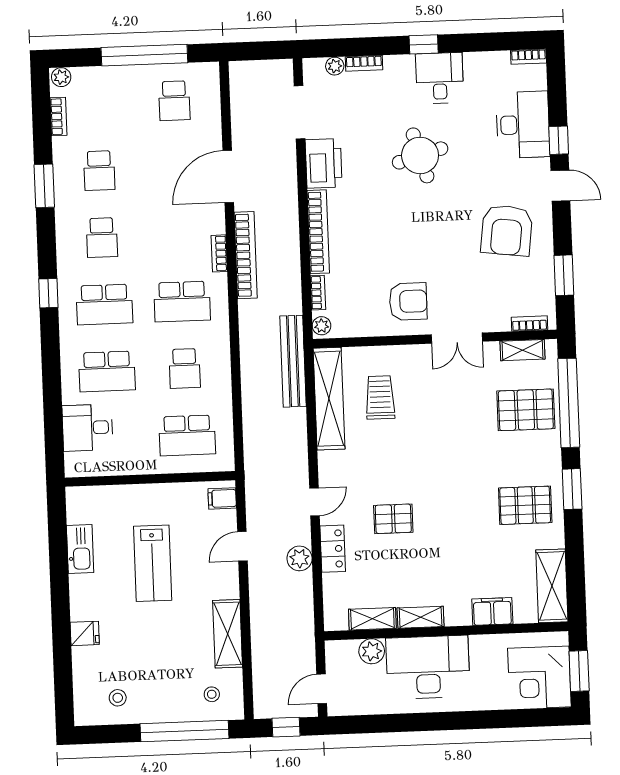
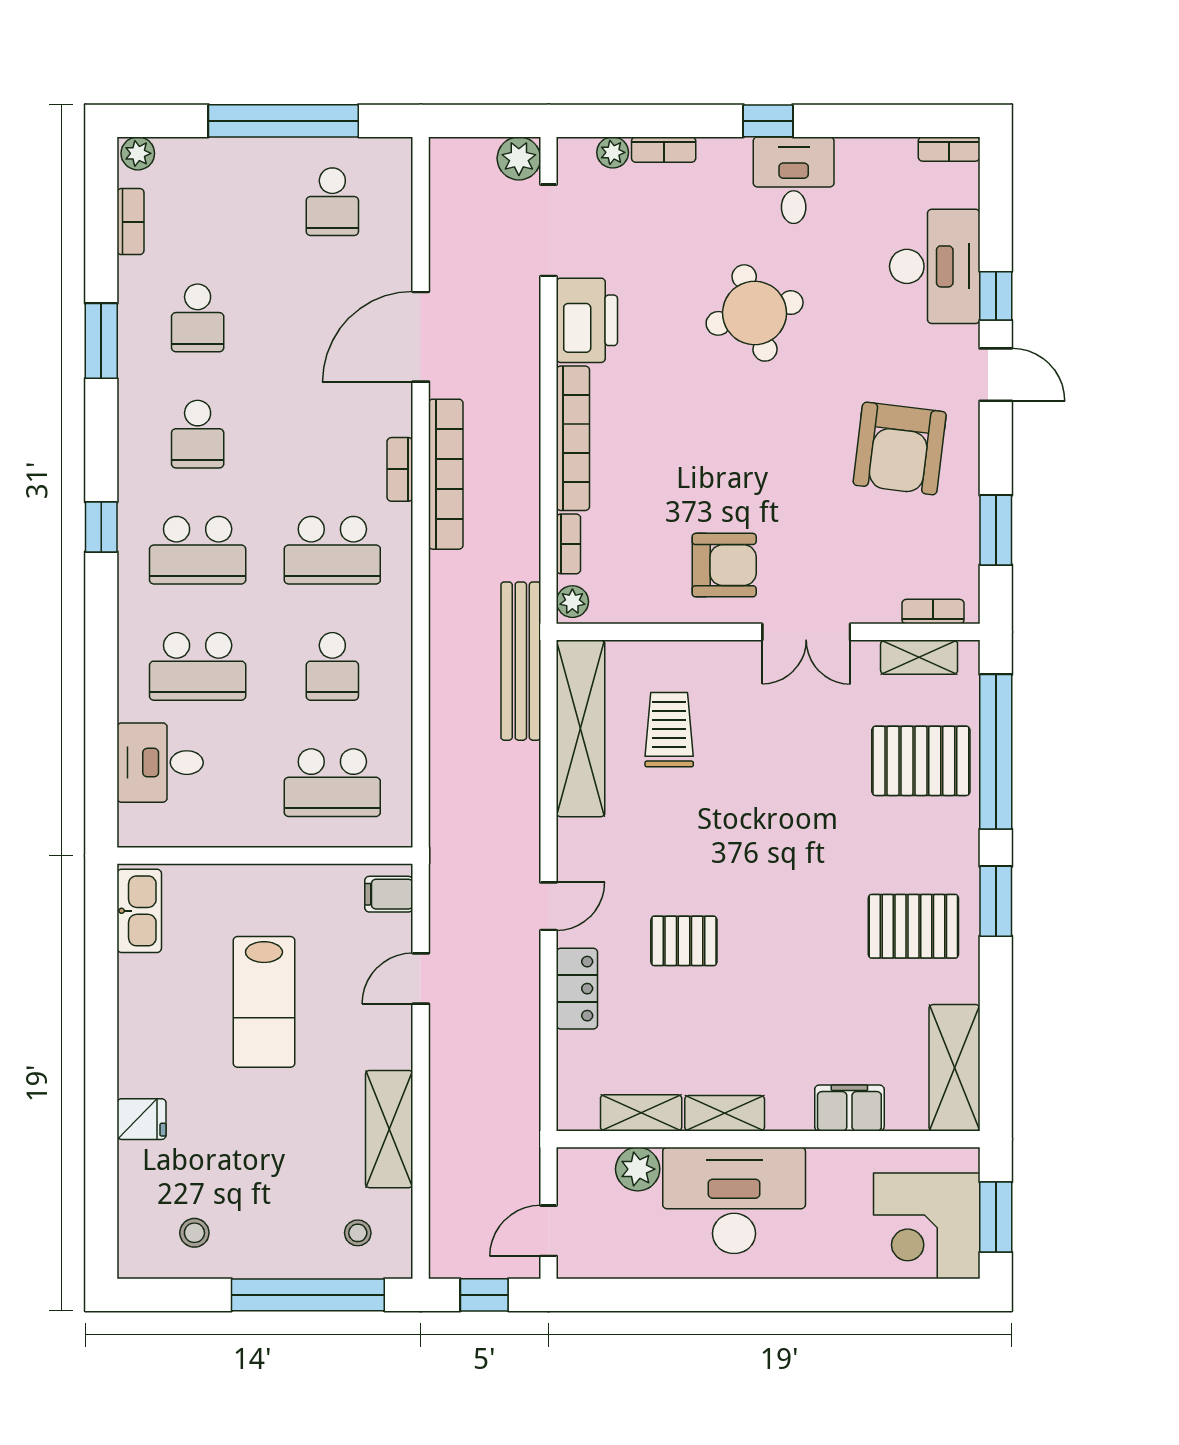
kitchen sink: (80, 549) -> (139, 911), moved
plant: (300, 558) -> (519, 158), moved

